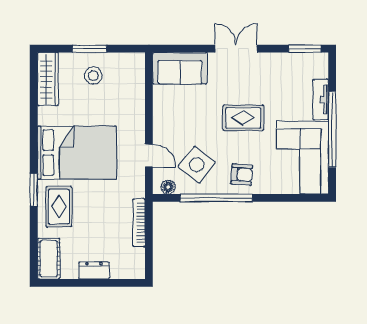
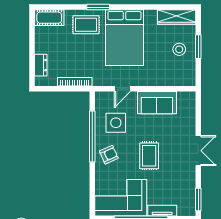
sofa: (180, 68) -> (157, 103), moved, turned -90
side table: (197, 165) -> (116, 123), turned -38
armchair: (242, 175) -> (109, 155), turned -118
floor lamp: (168, 187) -> (100, 102), removed
dresser: (94, 270) -> (41, 65), moved

